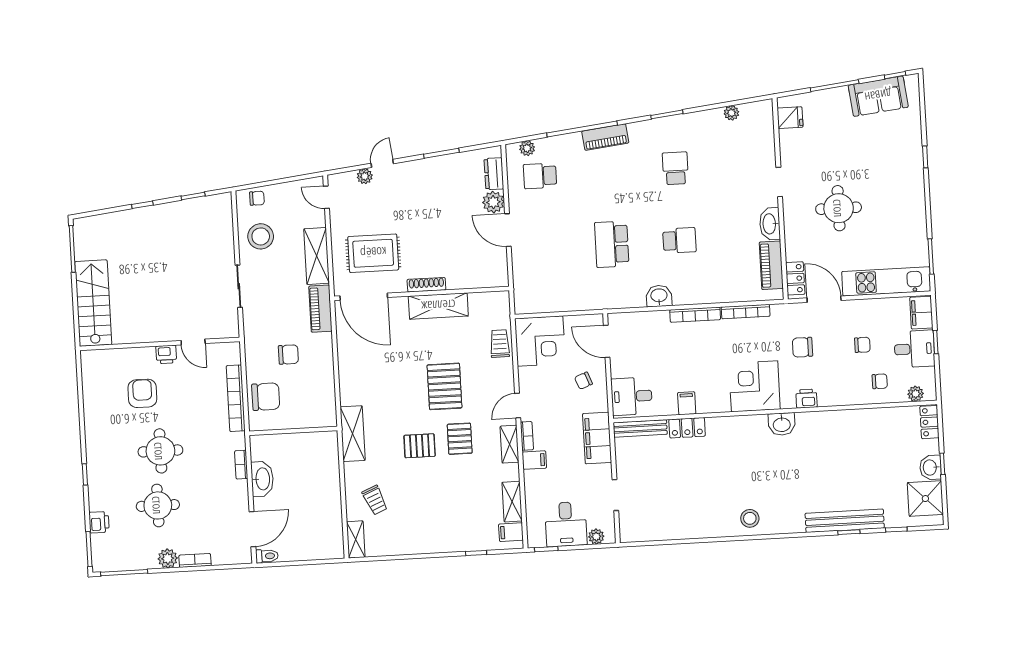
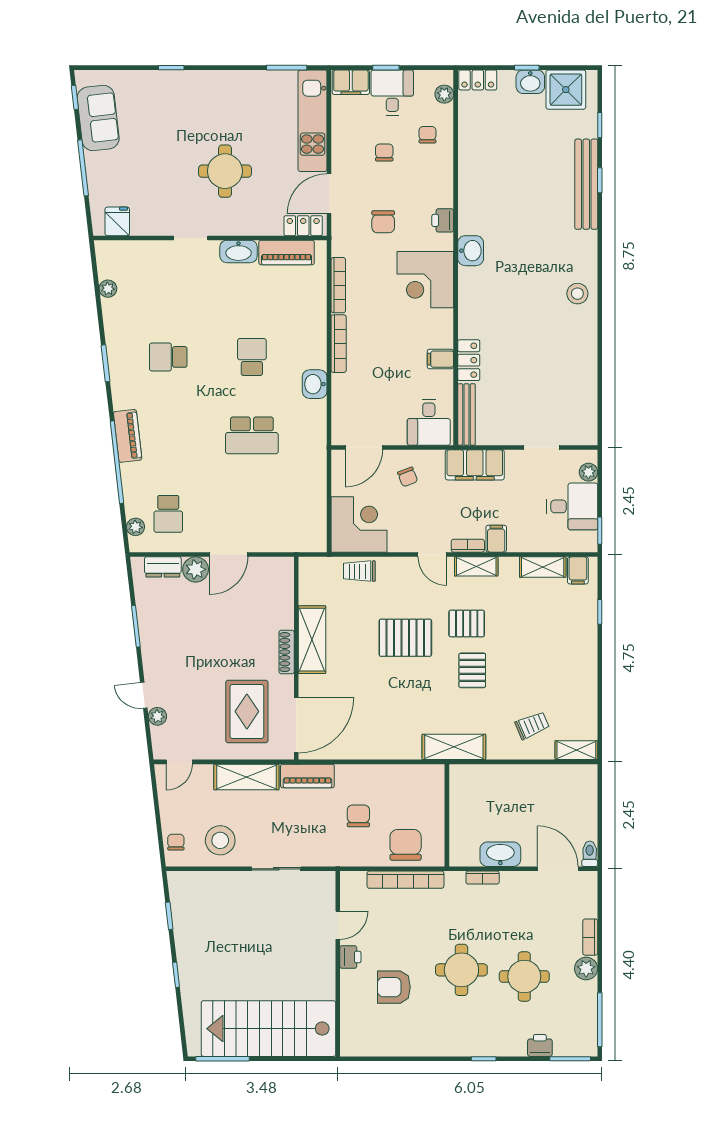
stairs: (93, 303) -> (268, 1029), width x1.36, depth x1.51

